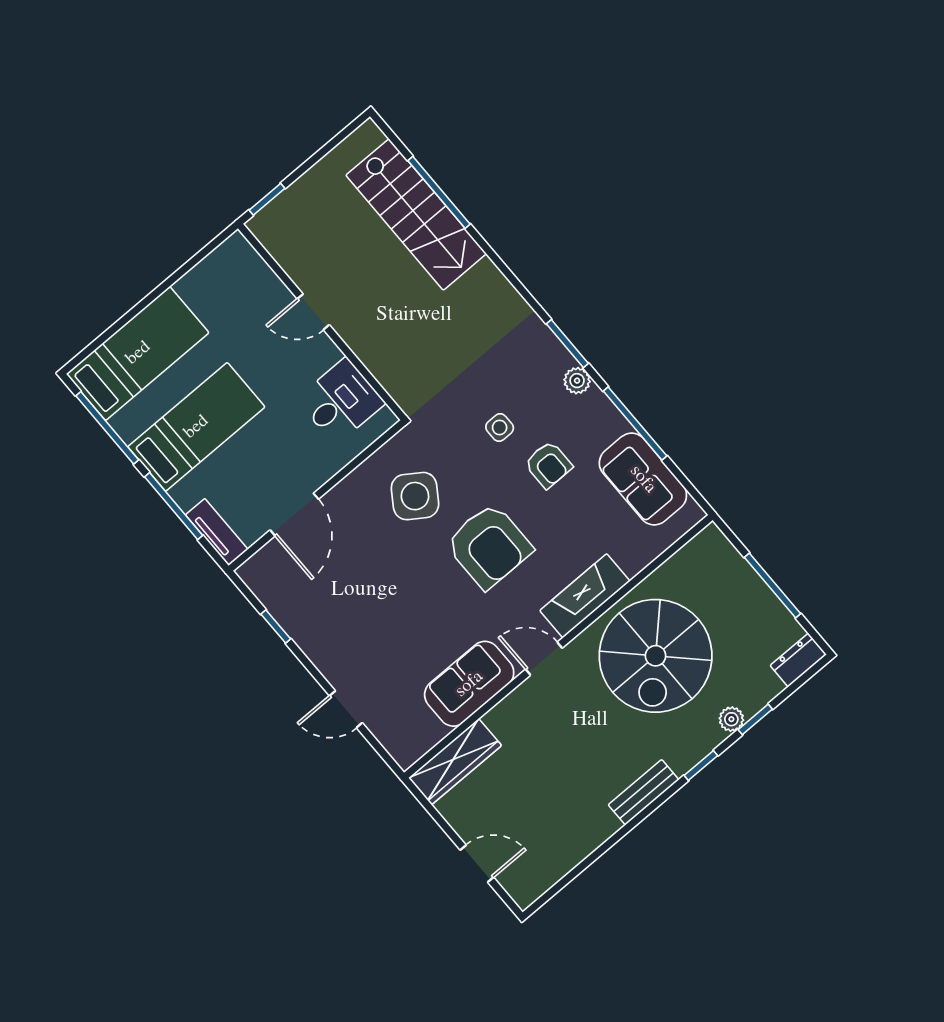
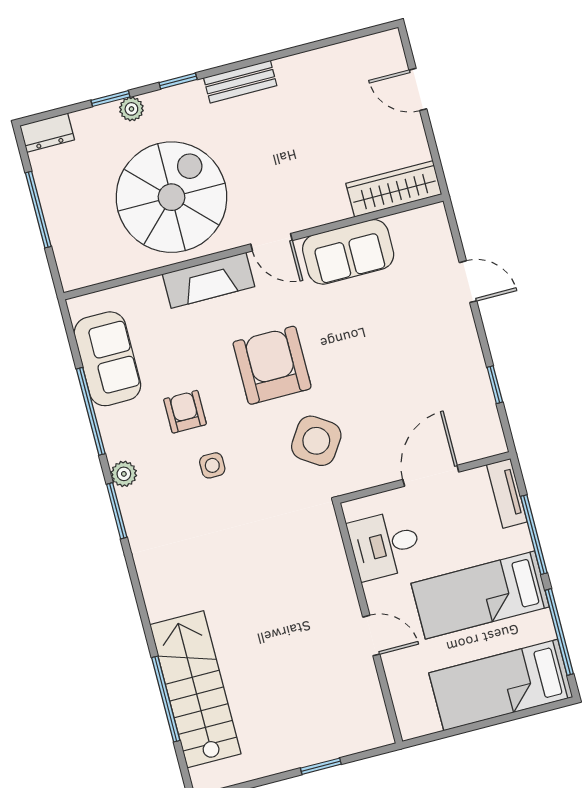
door: (313, 312) -> (371, 636), moved
wall: (322, 322) -> (368, 623), moved
desk: (341, 401) -> (385, 545), moved

